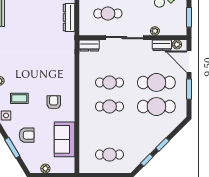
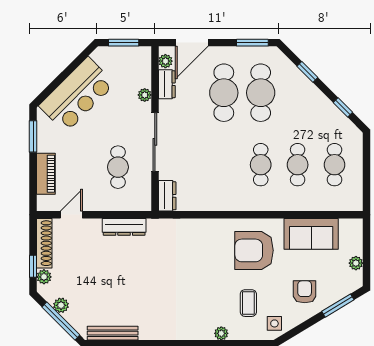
cafe table: (110, 82) -> (298, 165), moved
window: (189, 89) -> (252, 43), moved
armchair: (54, 102) -> (254, 250), width x1.88, depth x1.88
window: (162, 144) -> (307, 72), moved
window: (12, 148) -> (338, 306), moved

